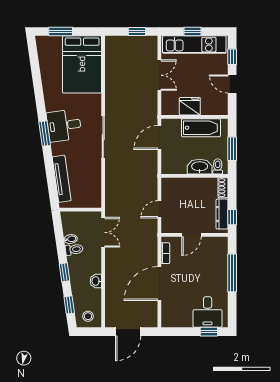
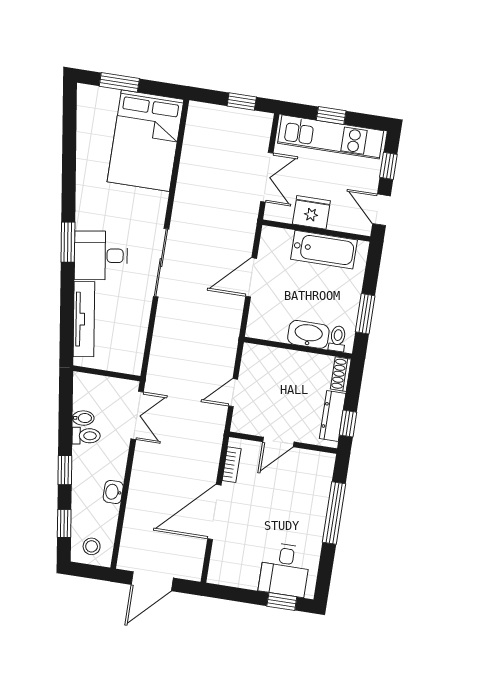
fridge: (190, 106) -> (311, 212), moved
wall: (194, 117) -> (316, 231), moved
desk: (64, 125) -> (101, 256), moved
bathtub: (201, 128) -> (324, 250), moved

